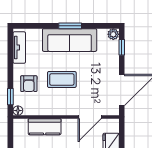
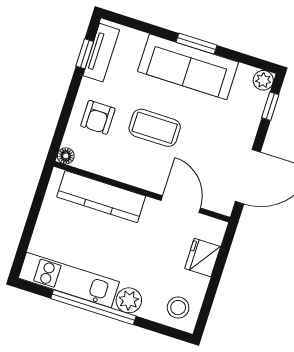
window: (10, 97) -> (85, 54), moved
door: (90, 117) -> (181, 204), swing flipped
kitchen counter: (45, 127) -> (101, 197), width x1.50

